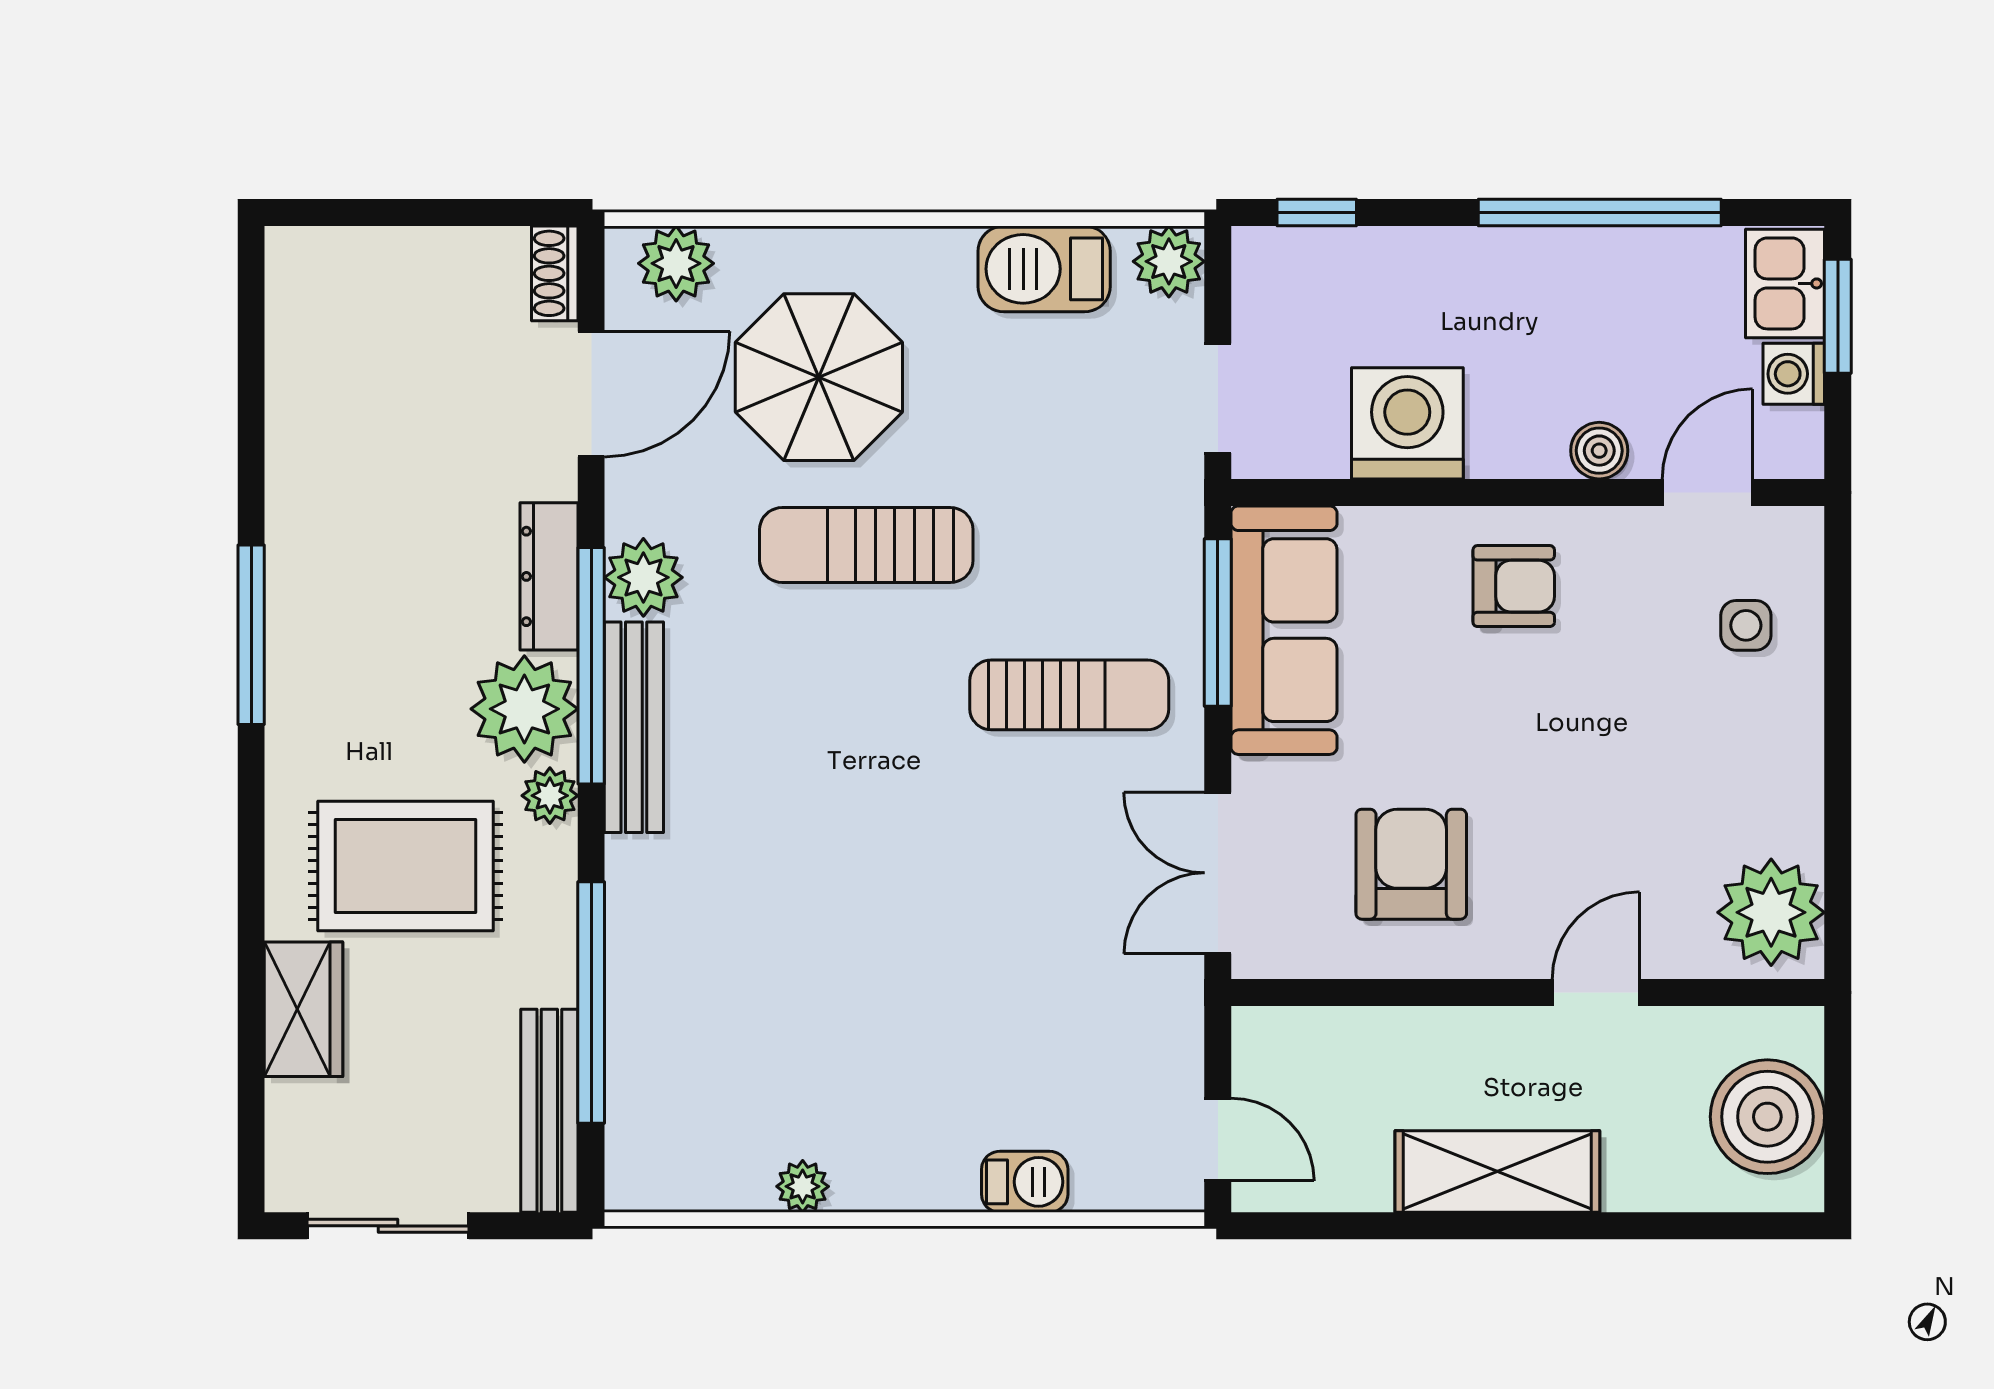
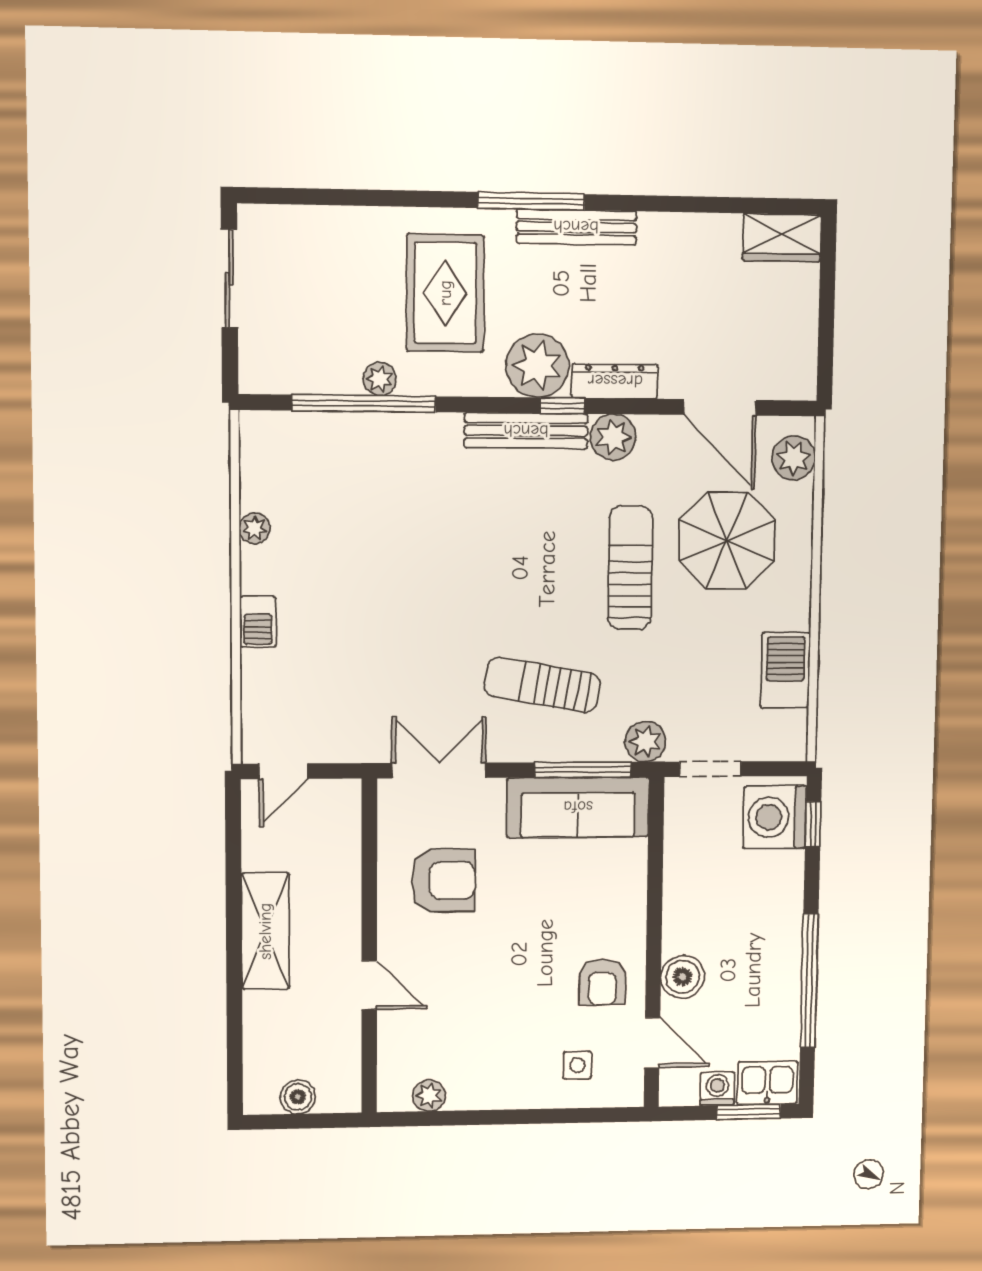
plant: (1169, 261) -> (645, 742), moved
shoe rack: (555, 273) -> (790, 387), removed
washing machine: (1407, 423) -> (775, 817), moved, turned 180
boiler: (1599, 451) -> (683, 977), width x1.36, depth x1.36
armchair: (1514, 586) -> (602, 982), moved
window: (251, 635) -> (531, 201), moved
window: (591, 666) -> (562, 406), width x0.32
sun lounger: (1069, 695) -> (542, 685), turned 100
plant: (550, 796) -> (380, 379), moved
plant: (1771, 912) -> (429, 1096), width x0.53, depth x0.53
wardrobe: (304, 1009) -> (782, 238), moved
bench: (549, 1111) -> (576, 227), moved
boiler: (1767, 1117) -> (298, 1097), width x0.54, depth x0.54
barbecue: (1025, 1182) -> (258, 622), moved

